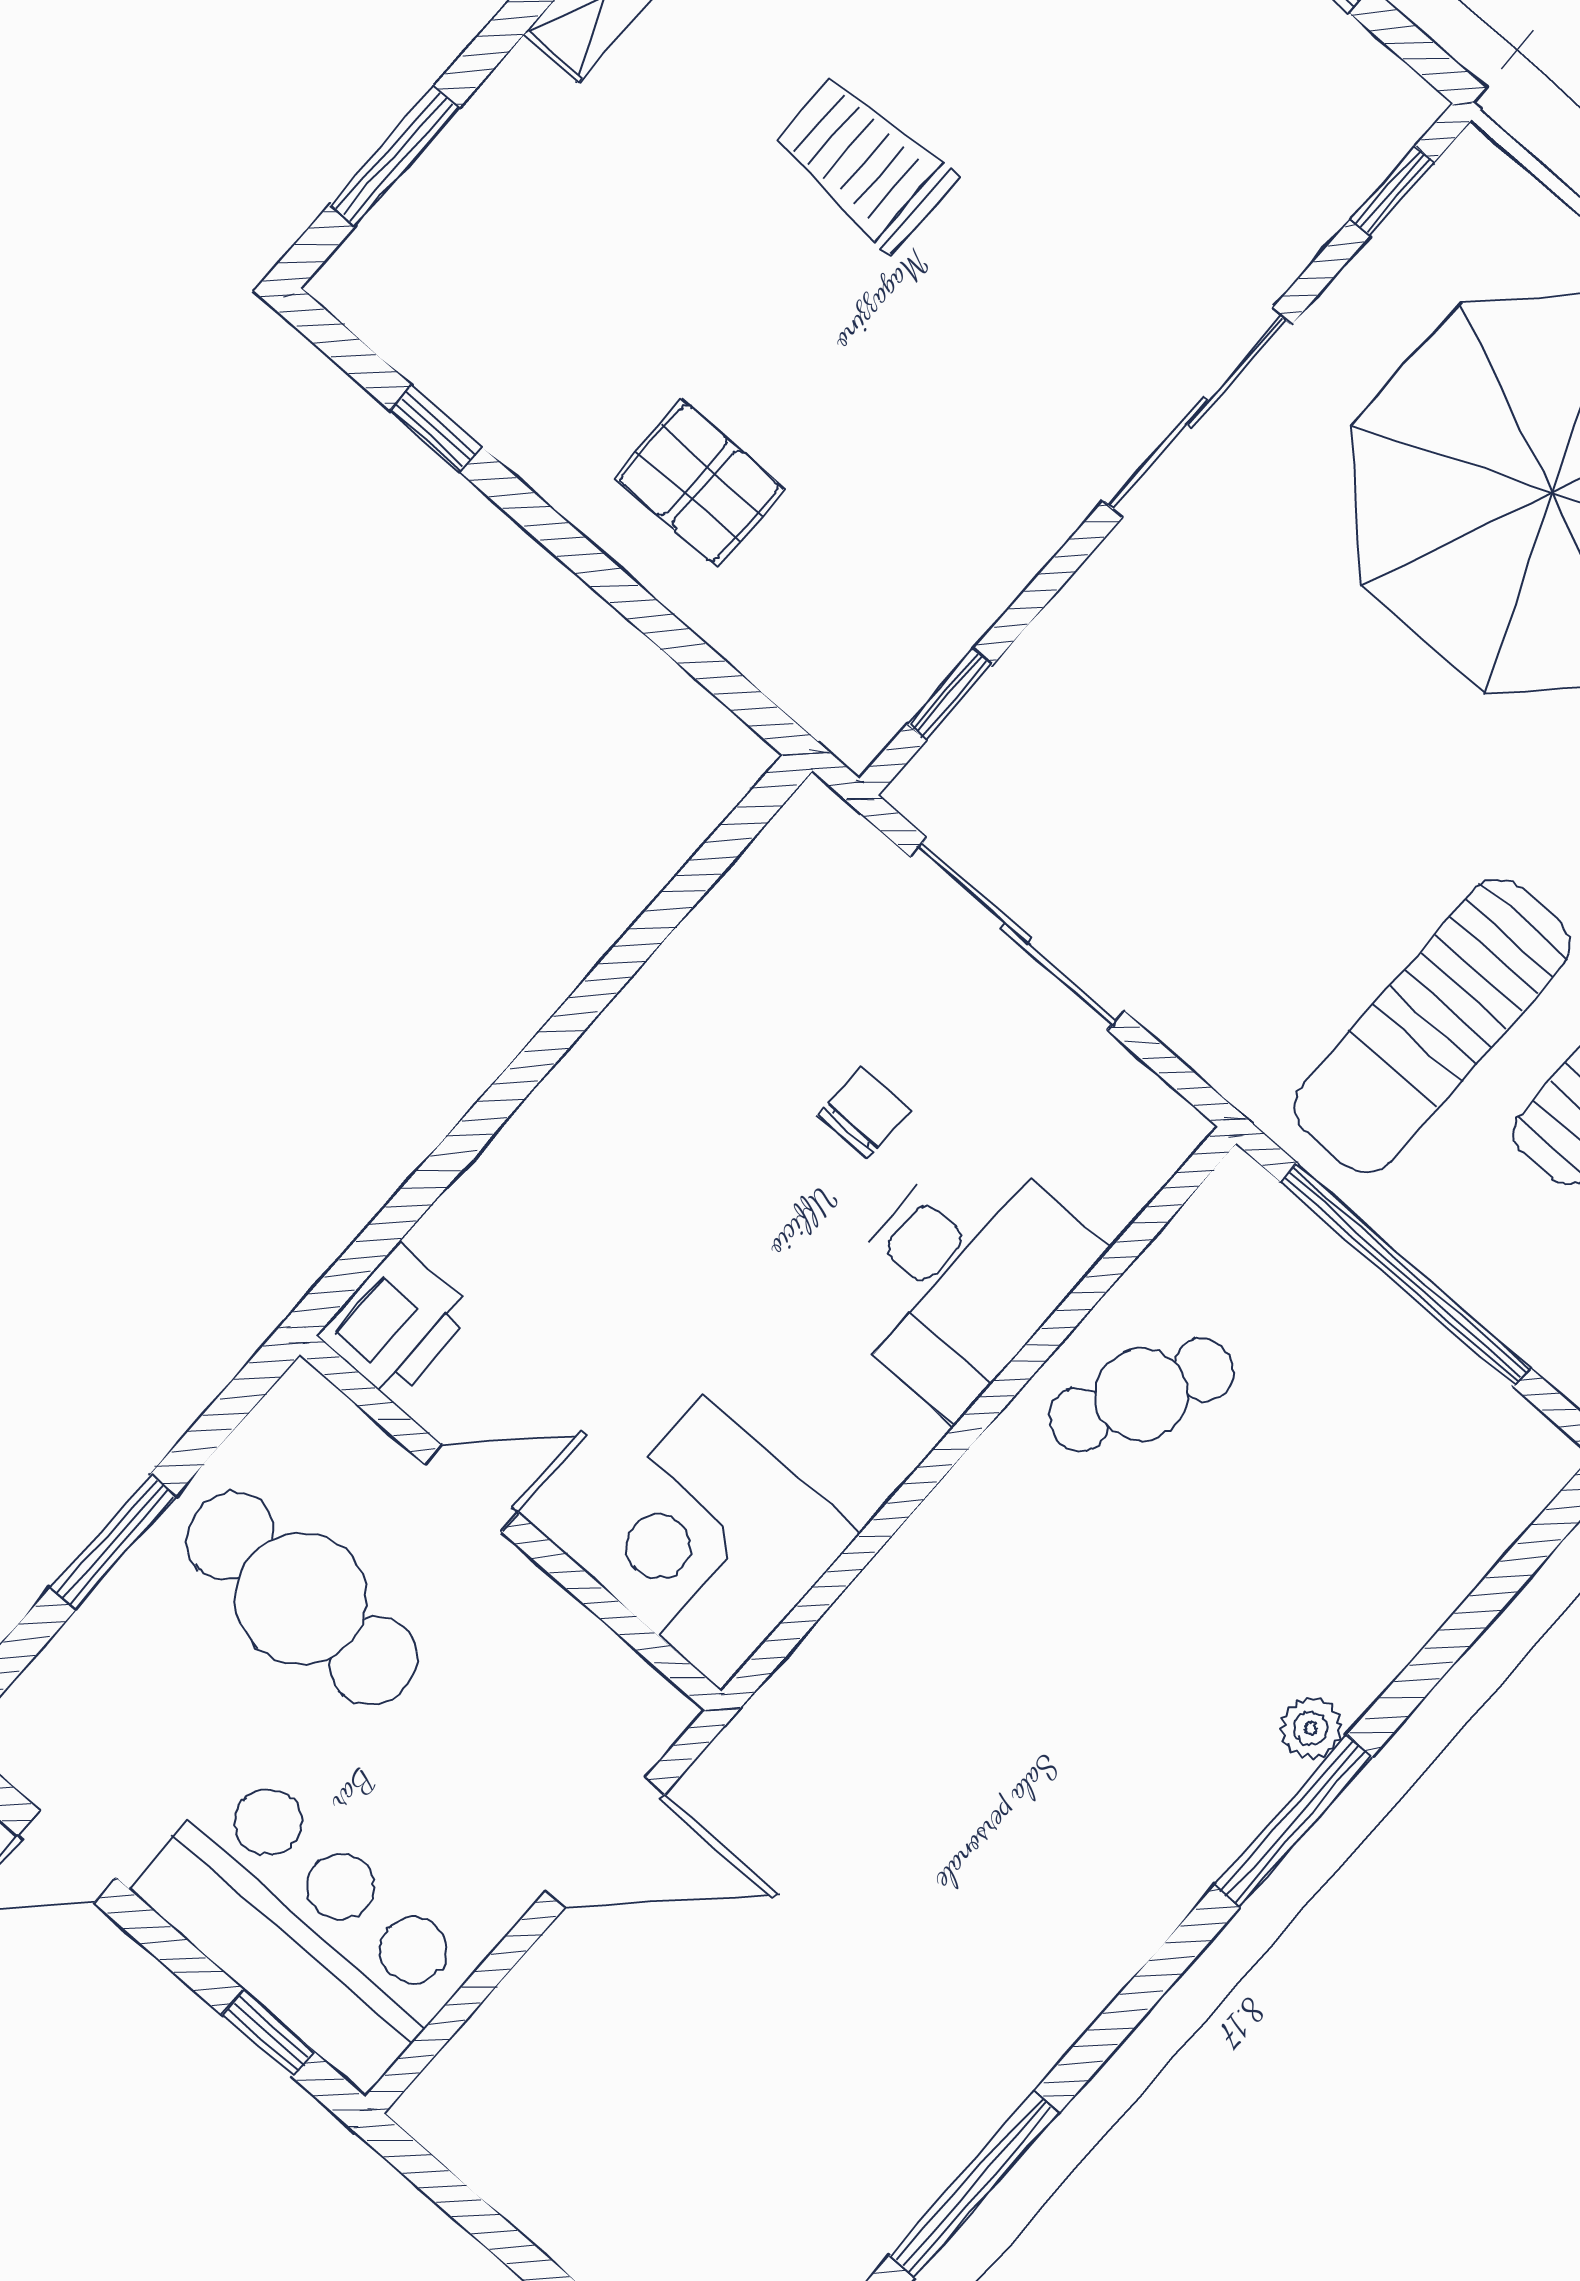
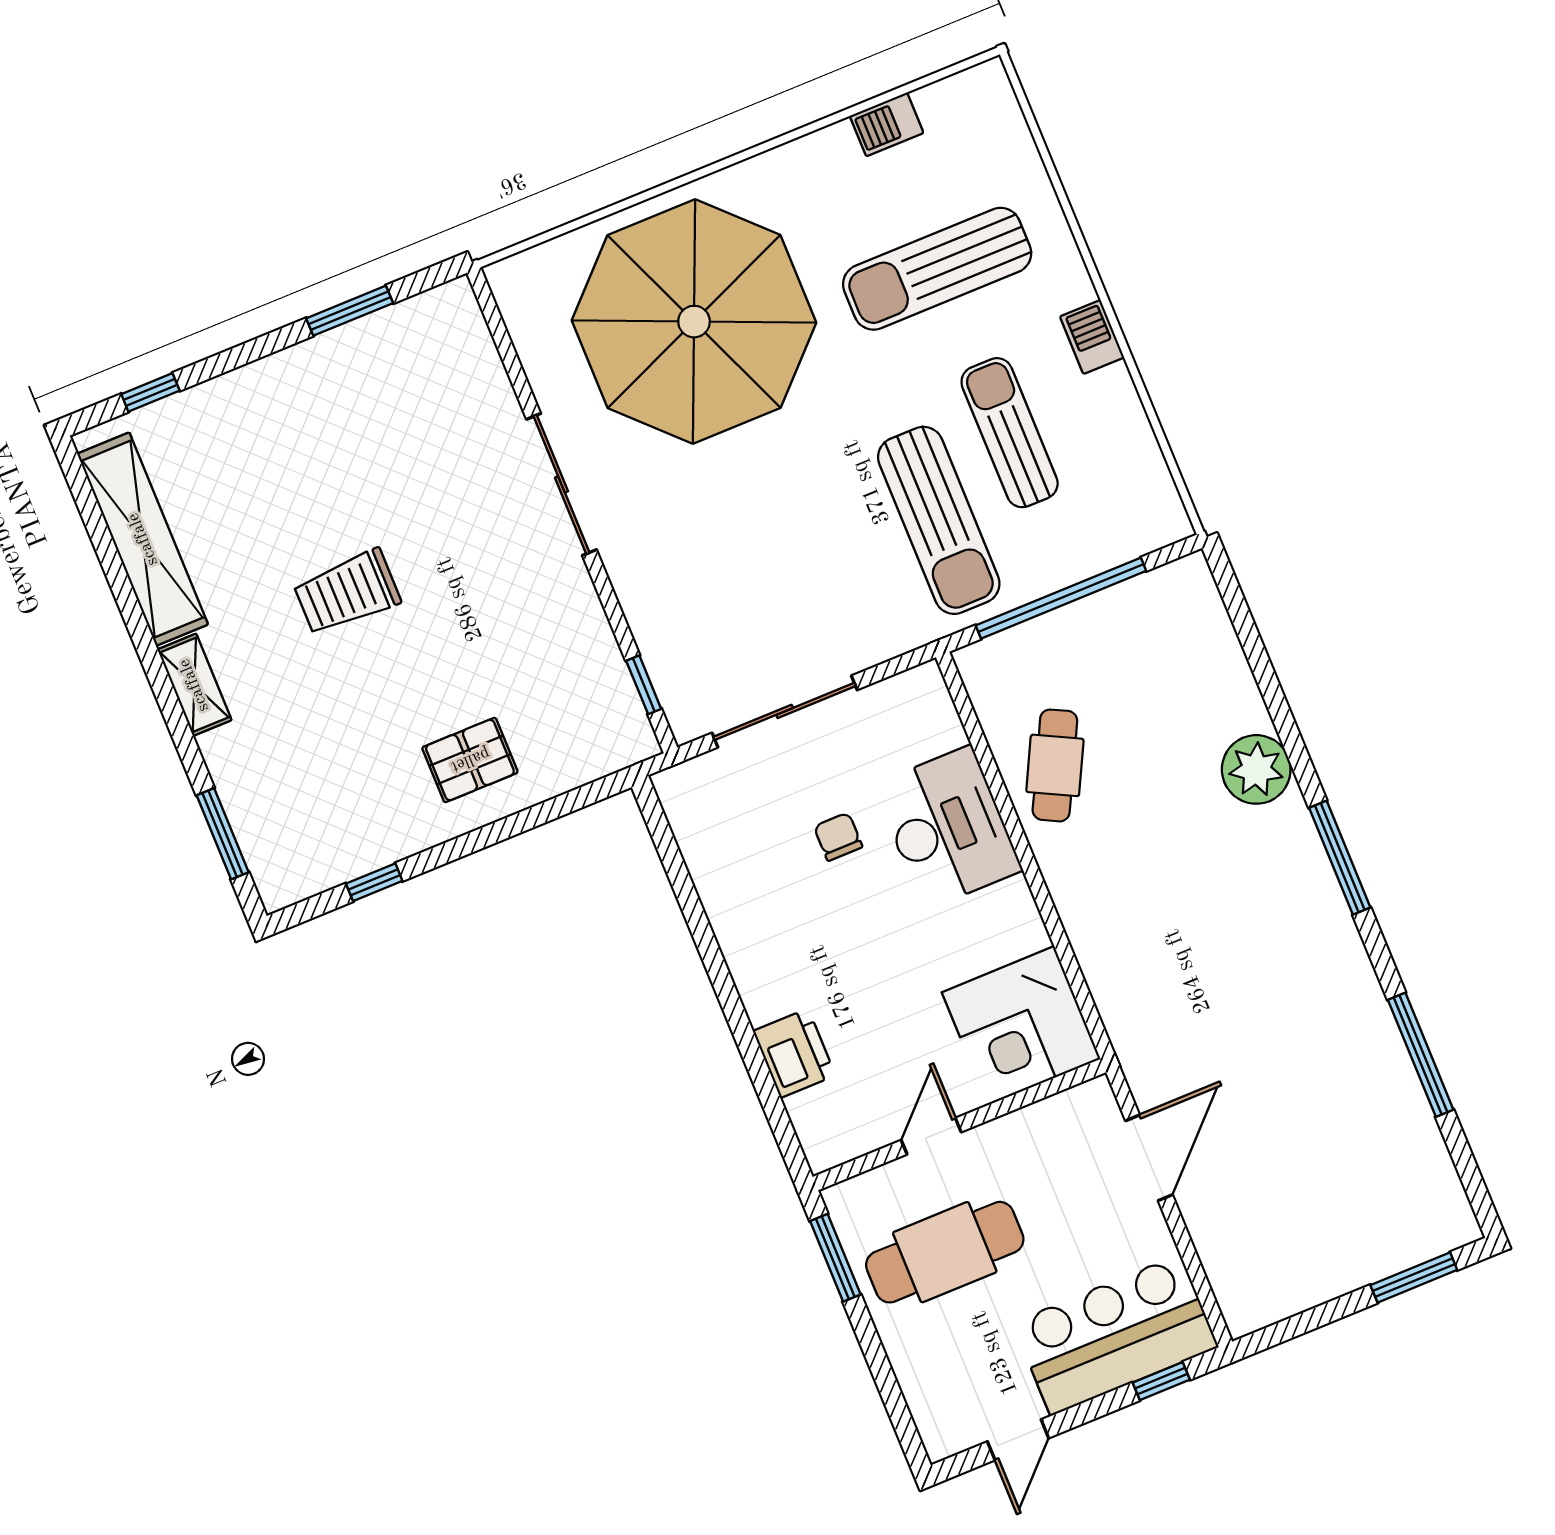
window: (1392, 191) -> (497, 327), removed
printer: (397, 1323) -> (794, 1053), moved
window: (113, 1542) -> (835, 1258), moved
plant: (1311, 1728) -> (1256, 769), width x1.88, depth x1.88
window: (1293, 1821) -> (1340, 858), moved

